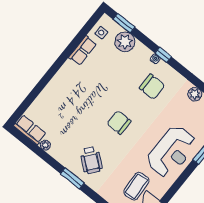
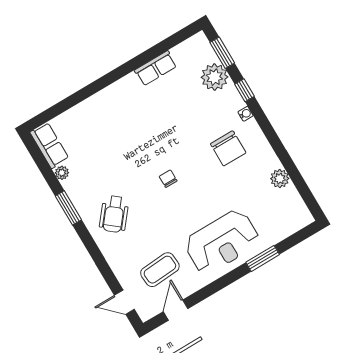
side table: (101, 33) -> (188, 54), removed
window: (163, 55) -> (244, 90), moved
chair: (119, 122) -> (168, 179), width x0.54, depth x0.54
window: (72, 178) -> (68, 208), moved

